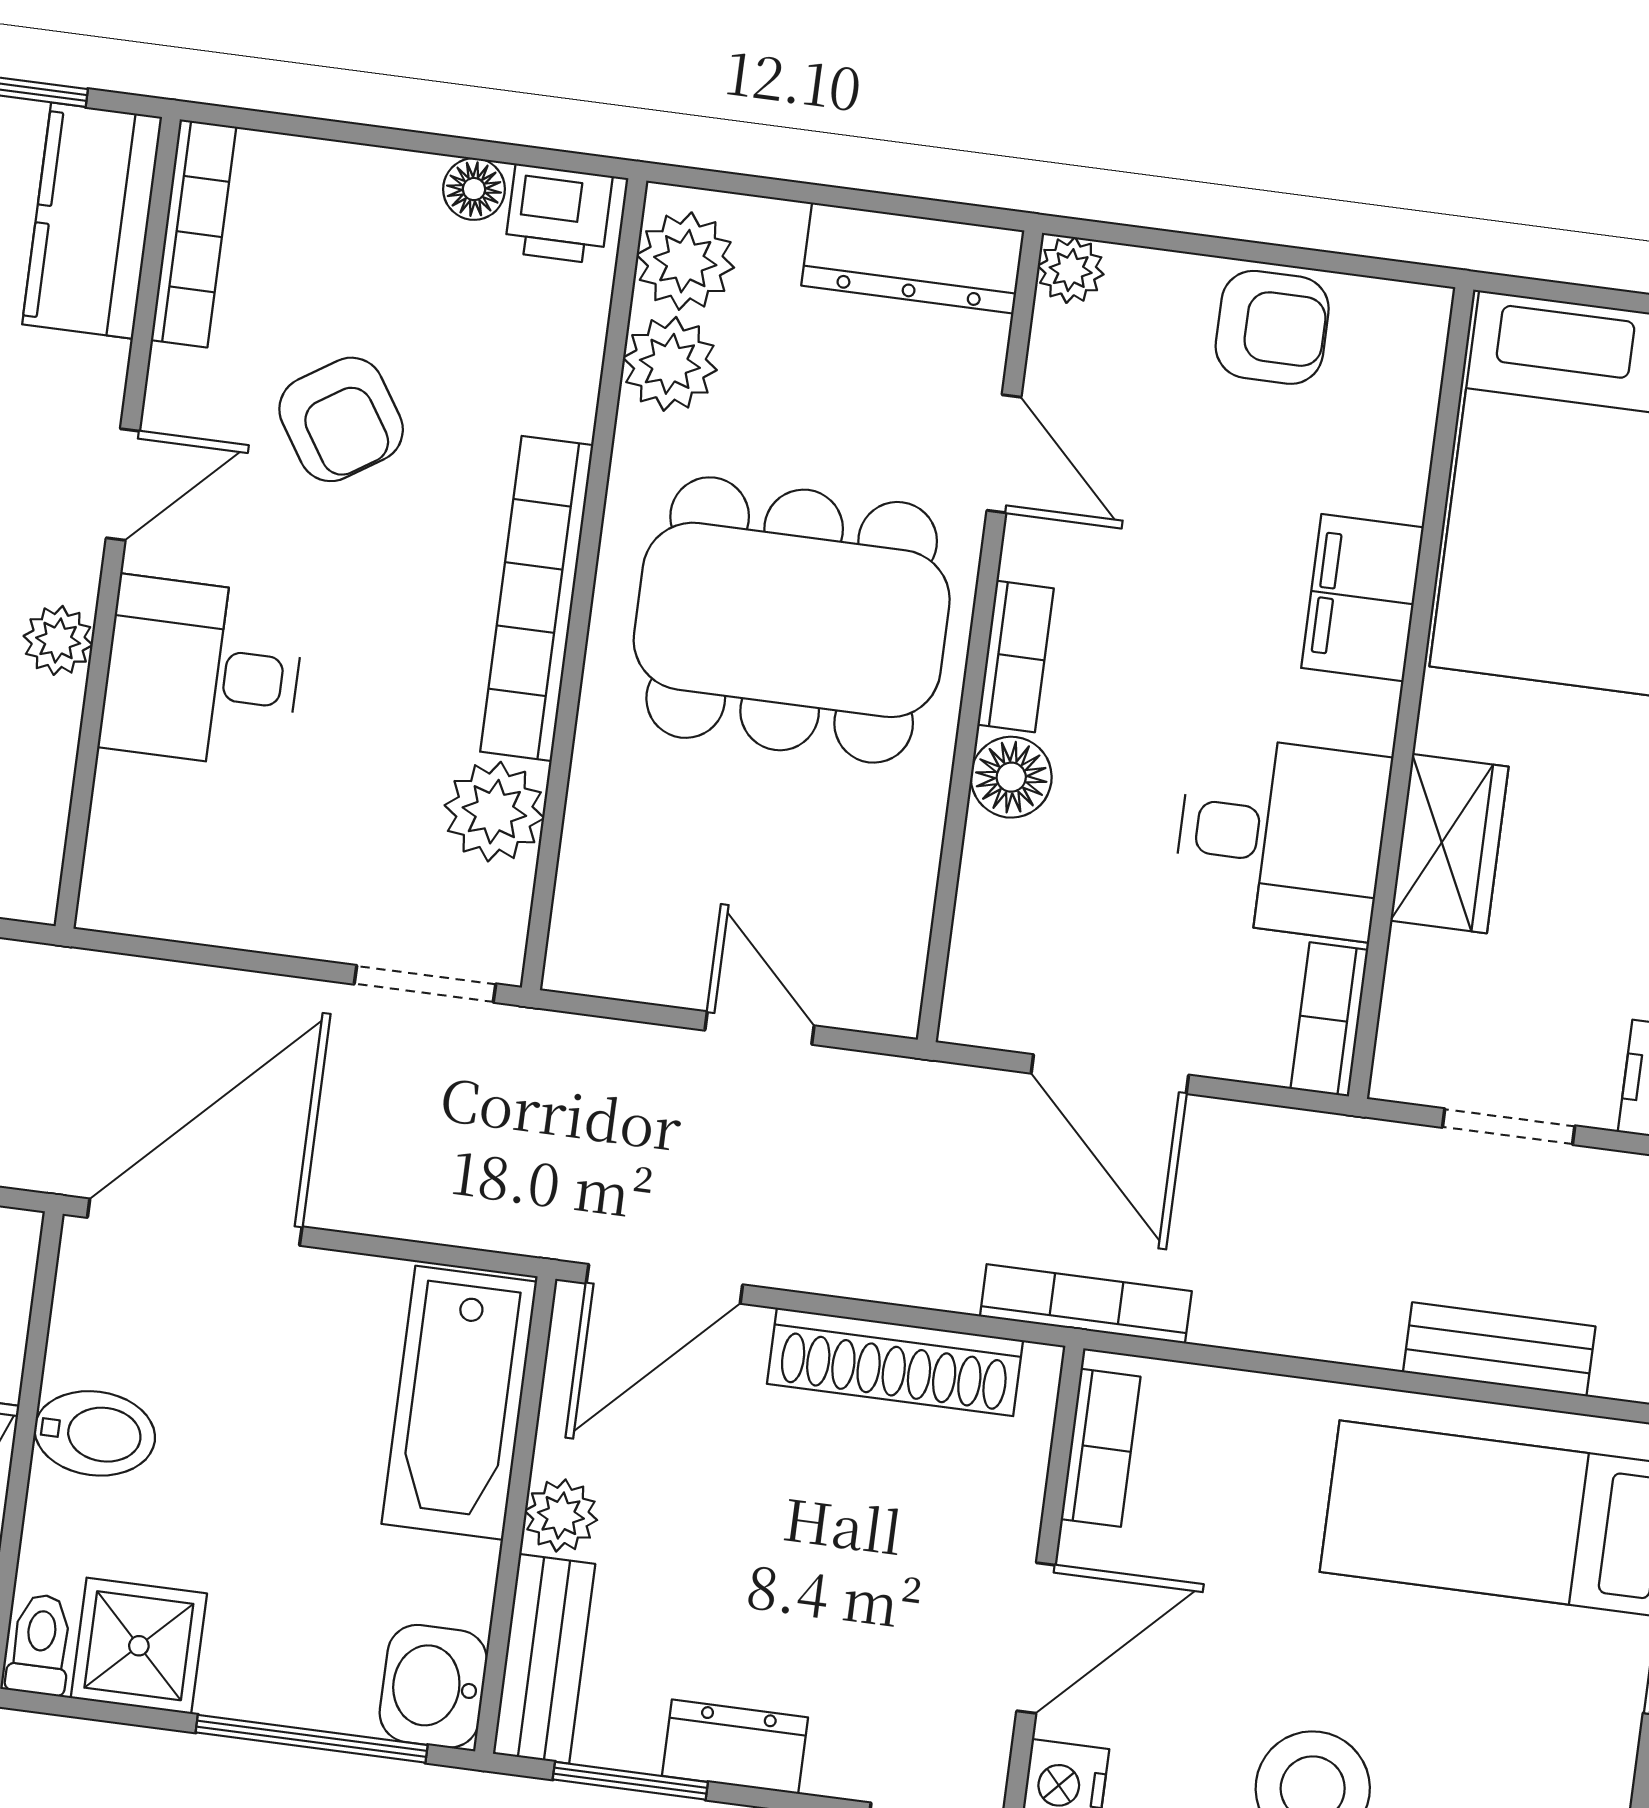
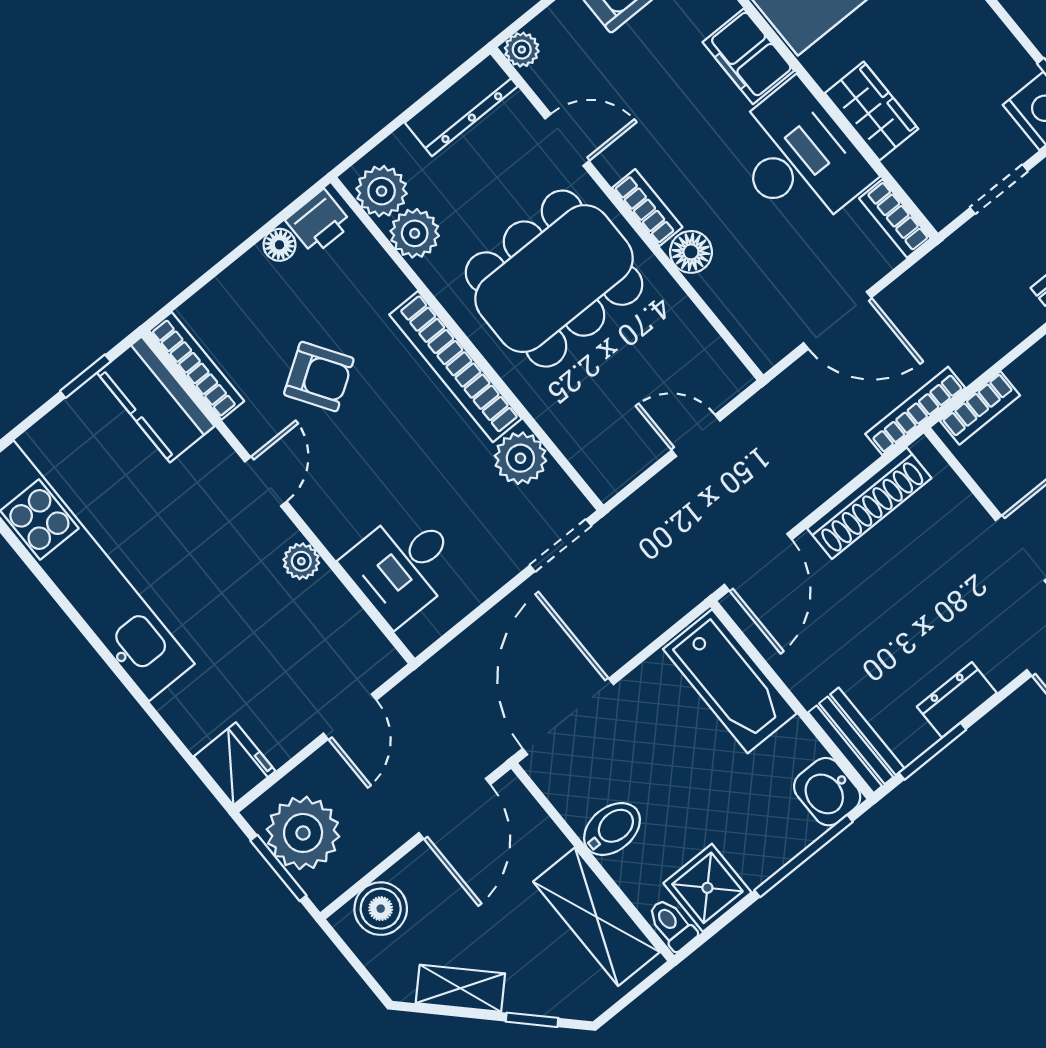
desk: (202, 673) -> (403, 566), moved
desk: (1282, 837) -> (798, 158), width x1.37
bookcase: (1101, 1448) -> (980, 408), moved, turned 90
plant: (561, 1515) -> (808, 683), removed

